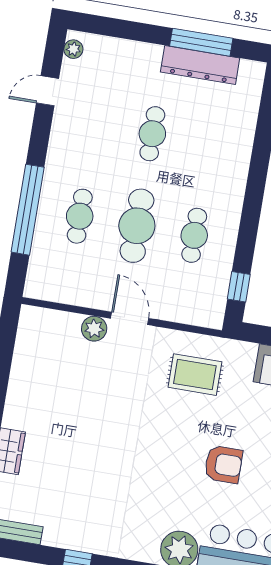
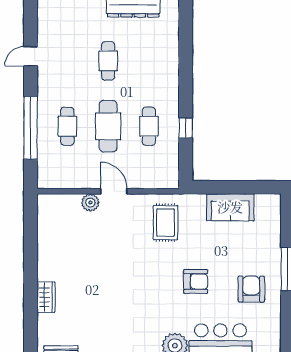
plant: (73, 49) -> (44, 11), removed
door: (48, 91) -> (31, 56), moved
window: (239, 287) -> (186, 128), moved
rug: (195, 375) -> (166, 223), turned 90

